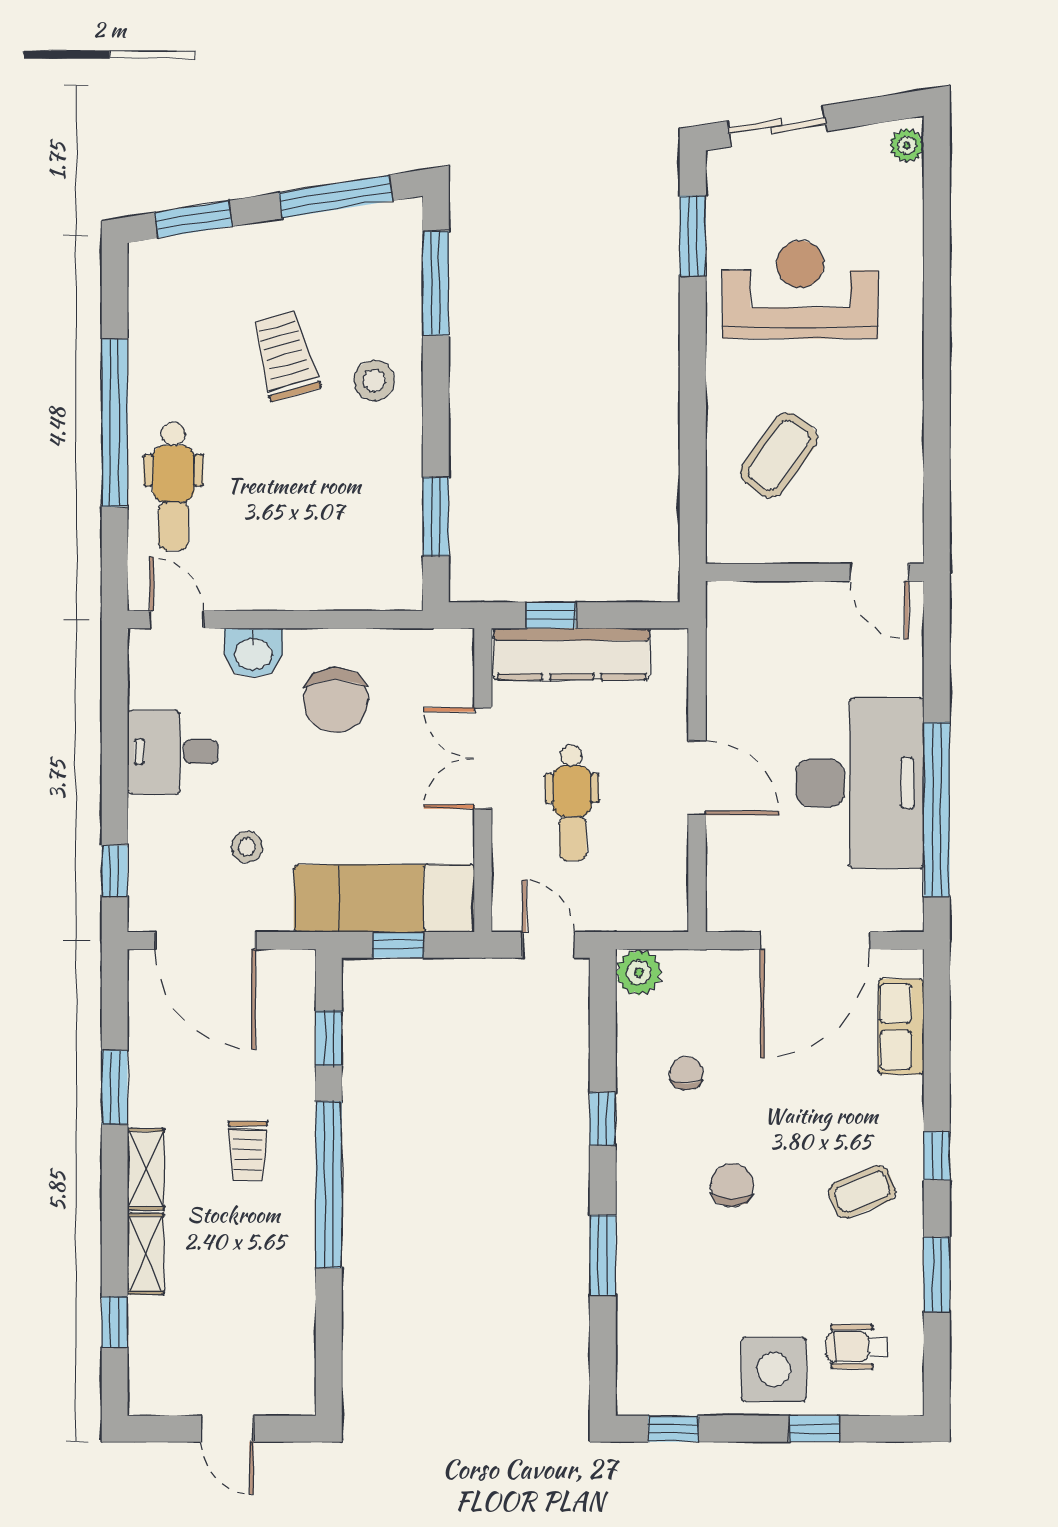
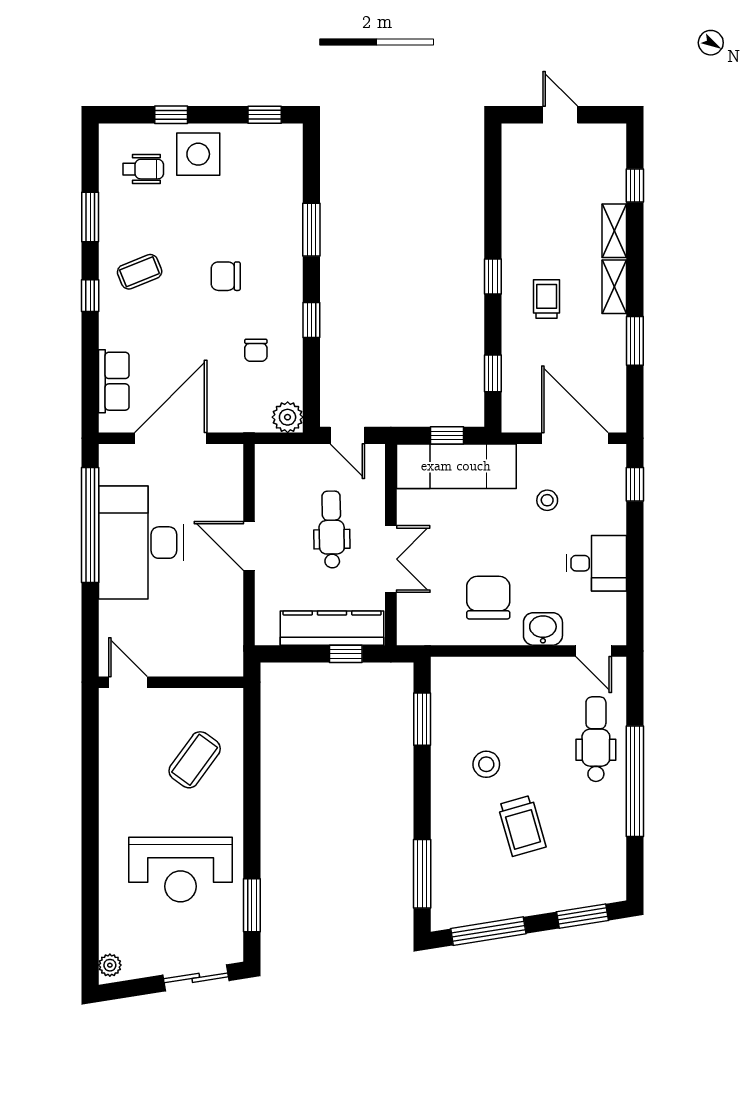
stool: (374, 381) -> (486, 764), moved
window: (329, 1185) -> (493, 276), width x0.32
chair: (732, 1185) -> (226, 276), turned 90

